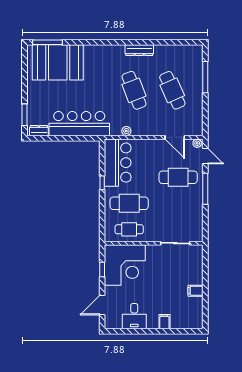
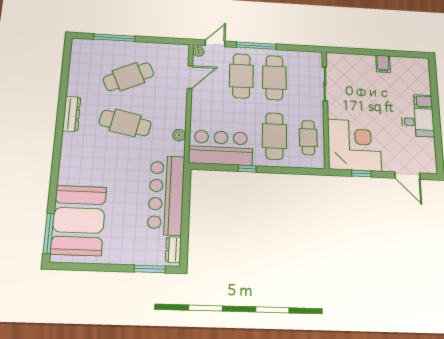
cafe table: (134, 90) -> (125, 123), turned 33
cafe table: (178, 203) -> (274, 78), added
desk: (134, 316) -> (418, 122), moved

